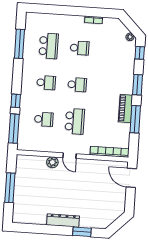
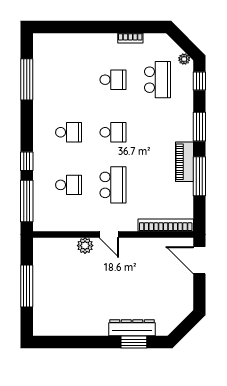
school desk: (49, 46) -> (158, 80), moved
dresser: (63, 221) -> (132, 328), moved

